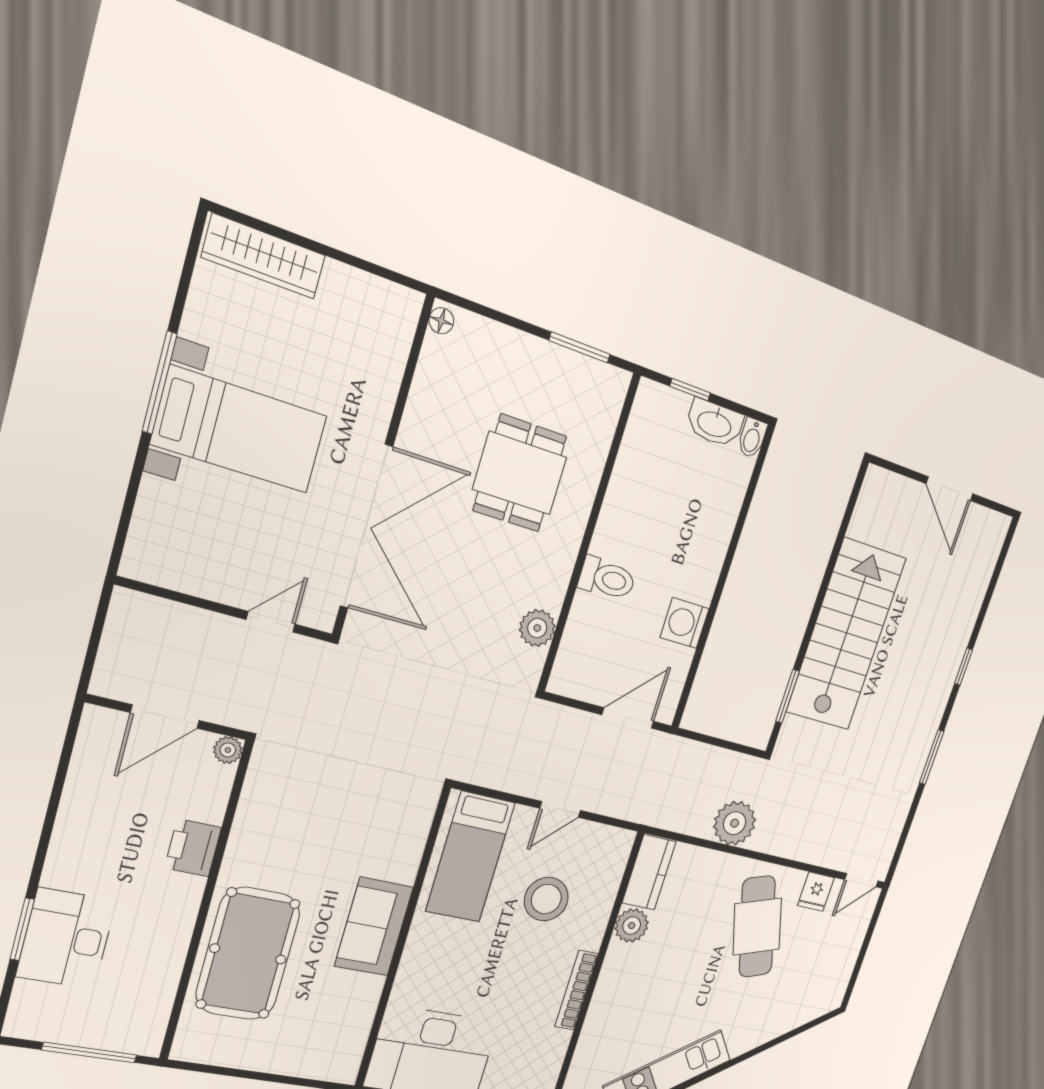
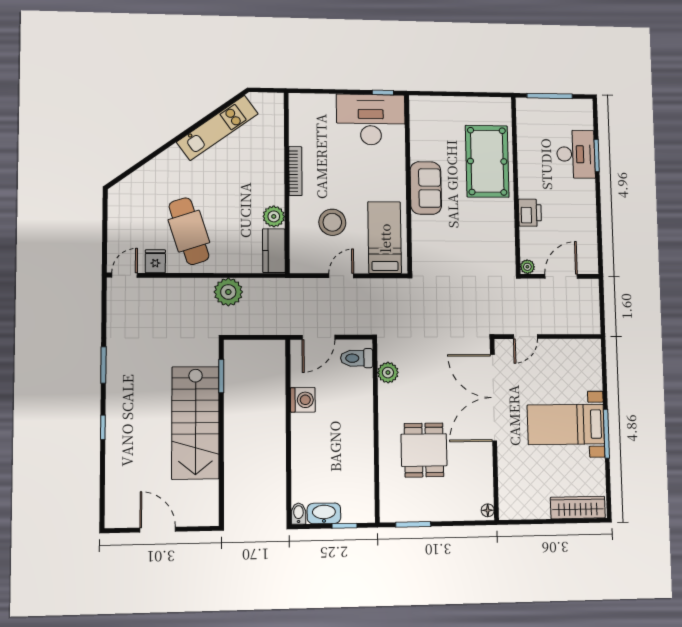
toilet: (607, 579) -> (357, 358), moved

